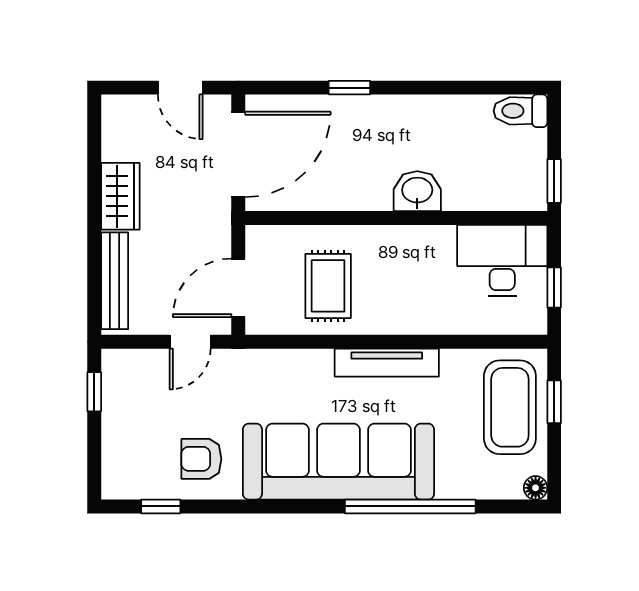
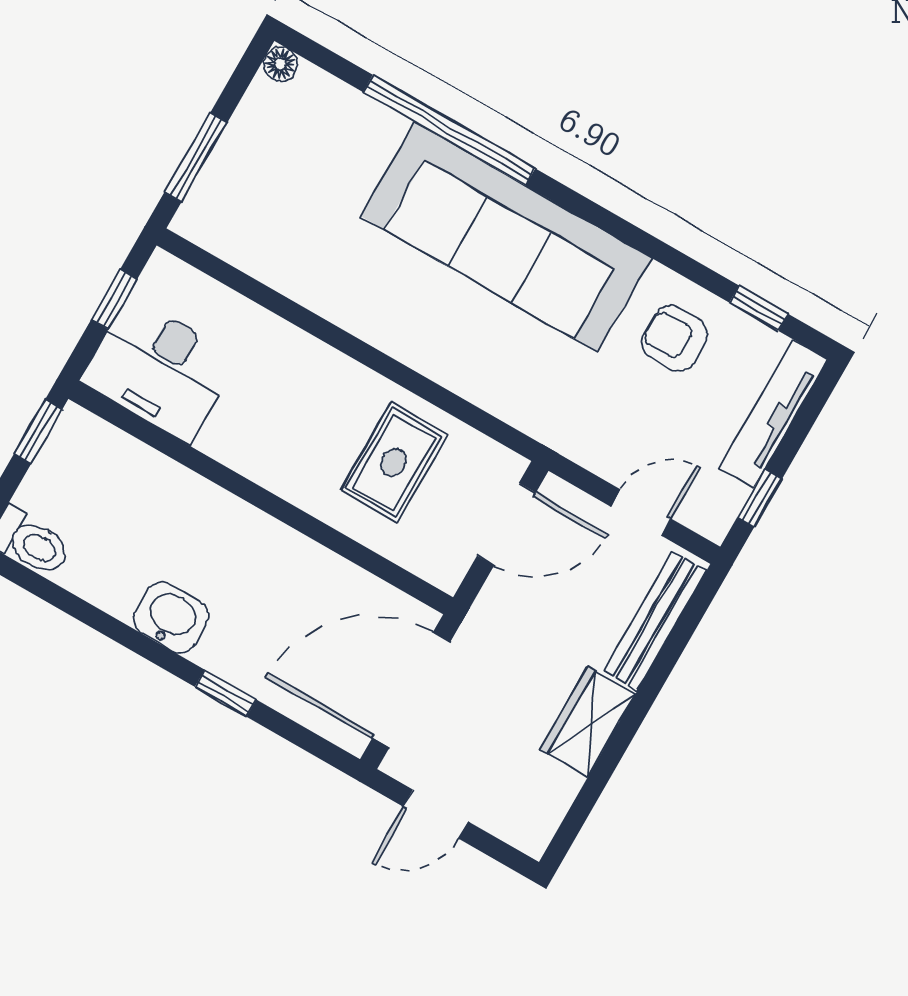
door: (180, 88) -> (436, 814), swing flipped
washbasin: (417, 191) -> (171, 618), moved, turned 180
door: (190, 342) -> (641, 513), moved
tv unit: (387, 363) -> (773, 414), moved, turned -90
window: (554, 402) -> (196, 157), width x1.50
coffee table: (510, 407) -> (255, 182), removed
armchair: (201, 459) -> (674, 338), turned 180

